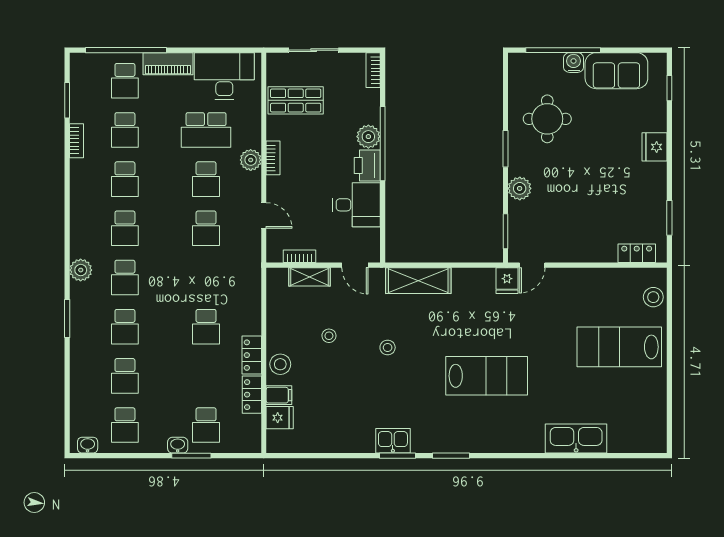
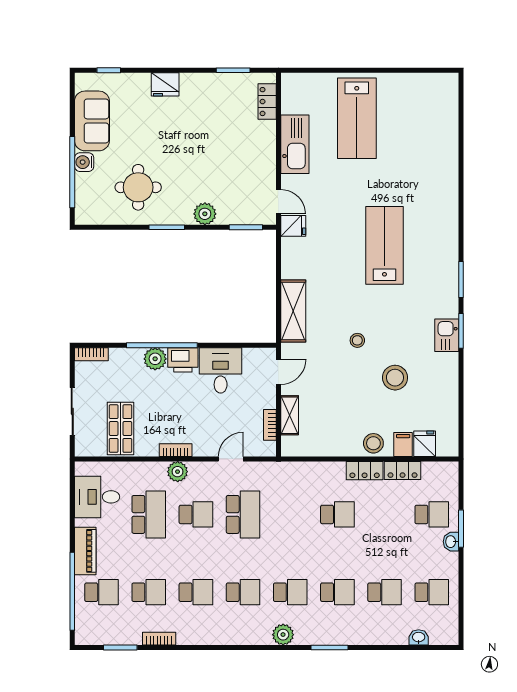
desk: (224, 76) -> (97, 497), width x0.73
school desk: (206, 228) -> (243, 514), width x1.85
stool: (653, 297) -> (309, 86), removed
stool: (329, 336) -> (395, 378), moved, width x1.89, depth x1.89
kitchen sink: (576, 438) -> (295, 144), moved, turned 180
washbasin: (88, 445) -> (419, 637), moved, turned 90

